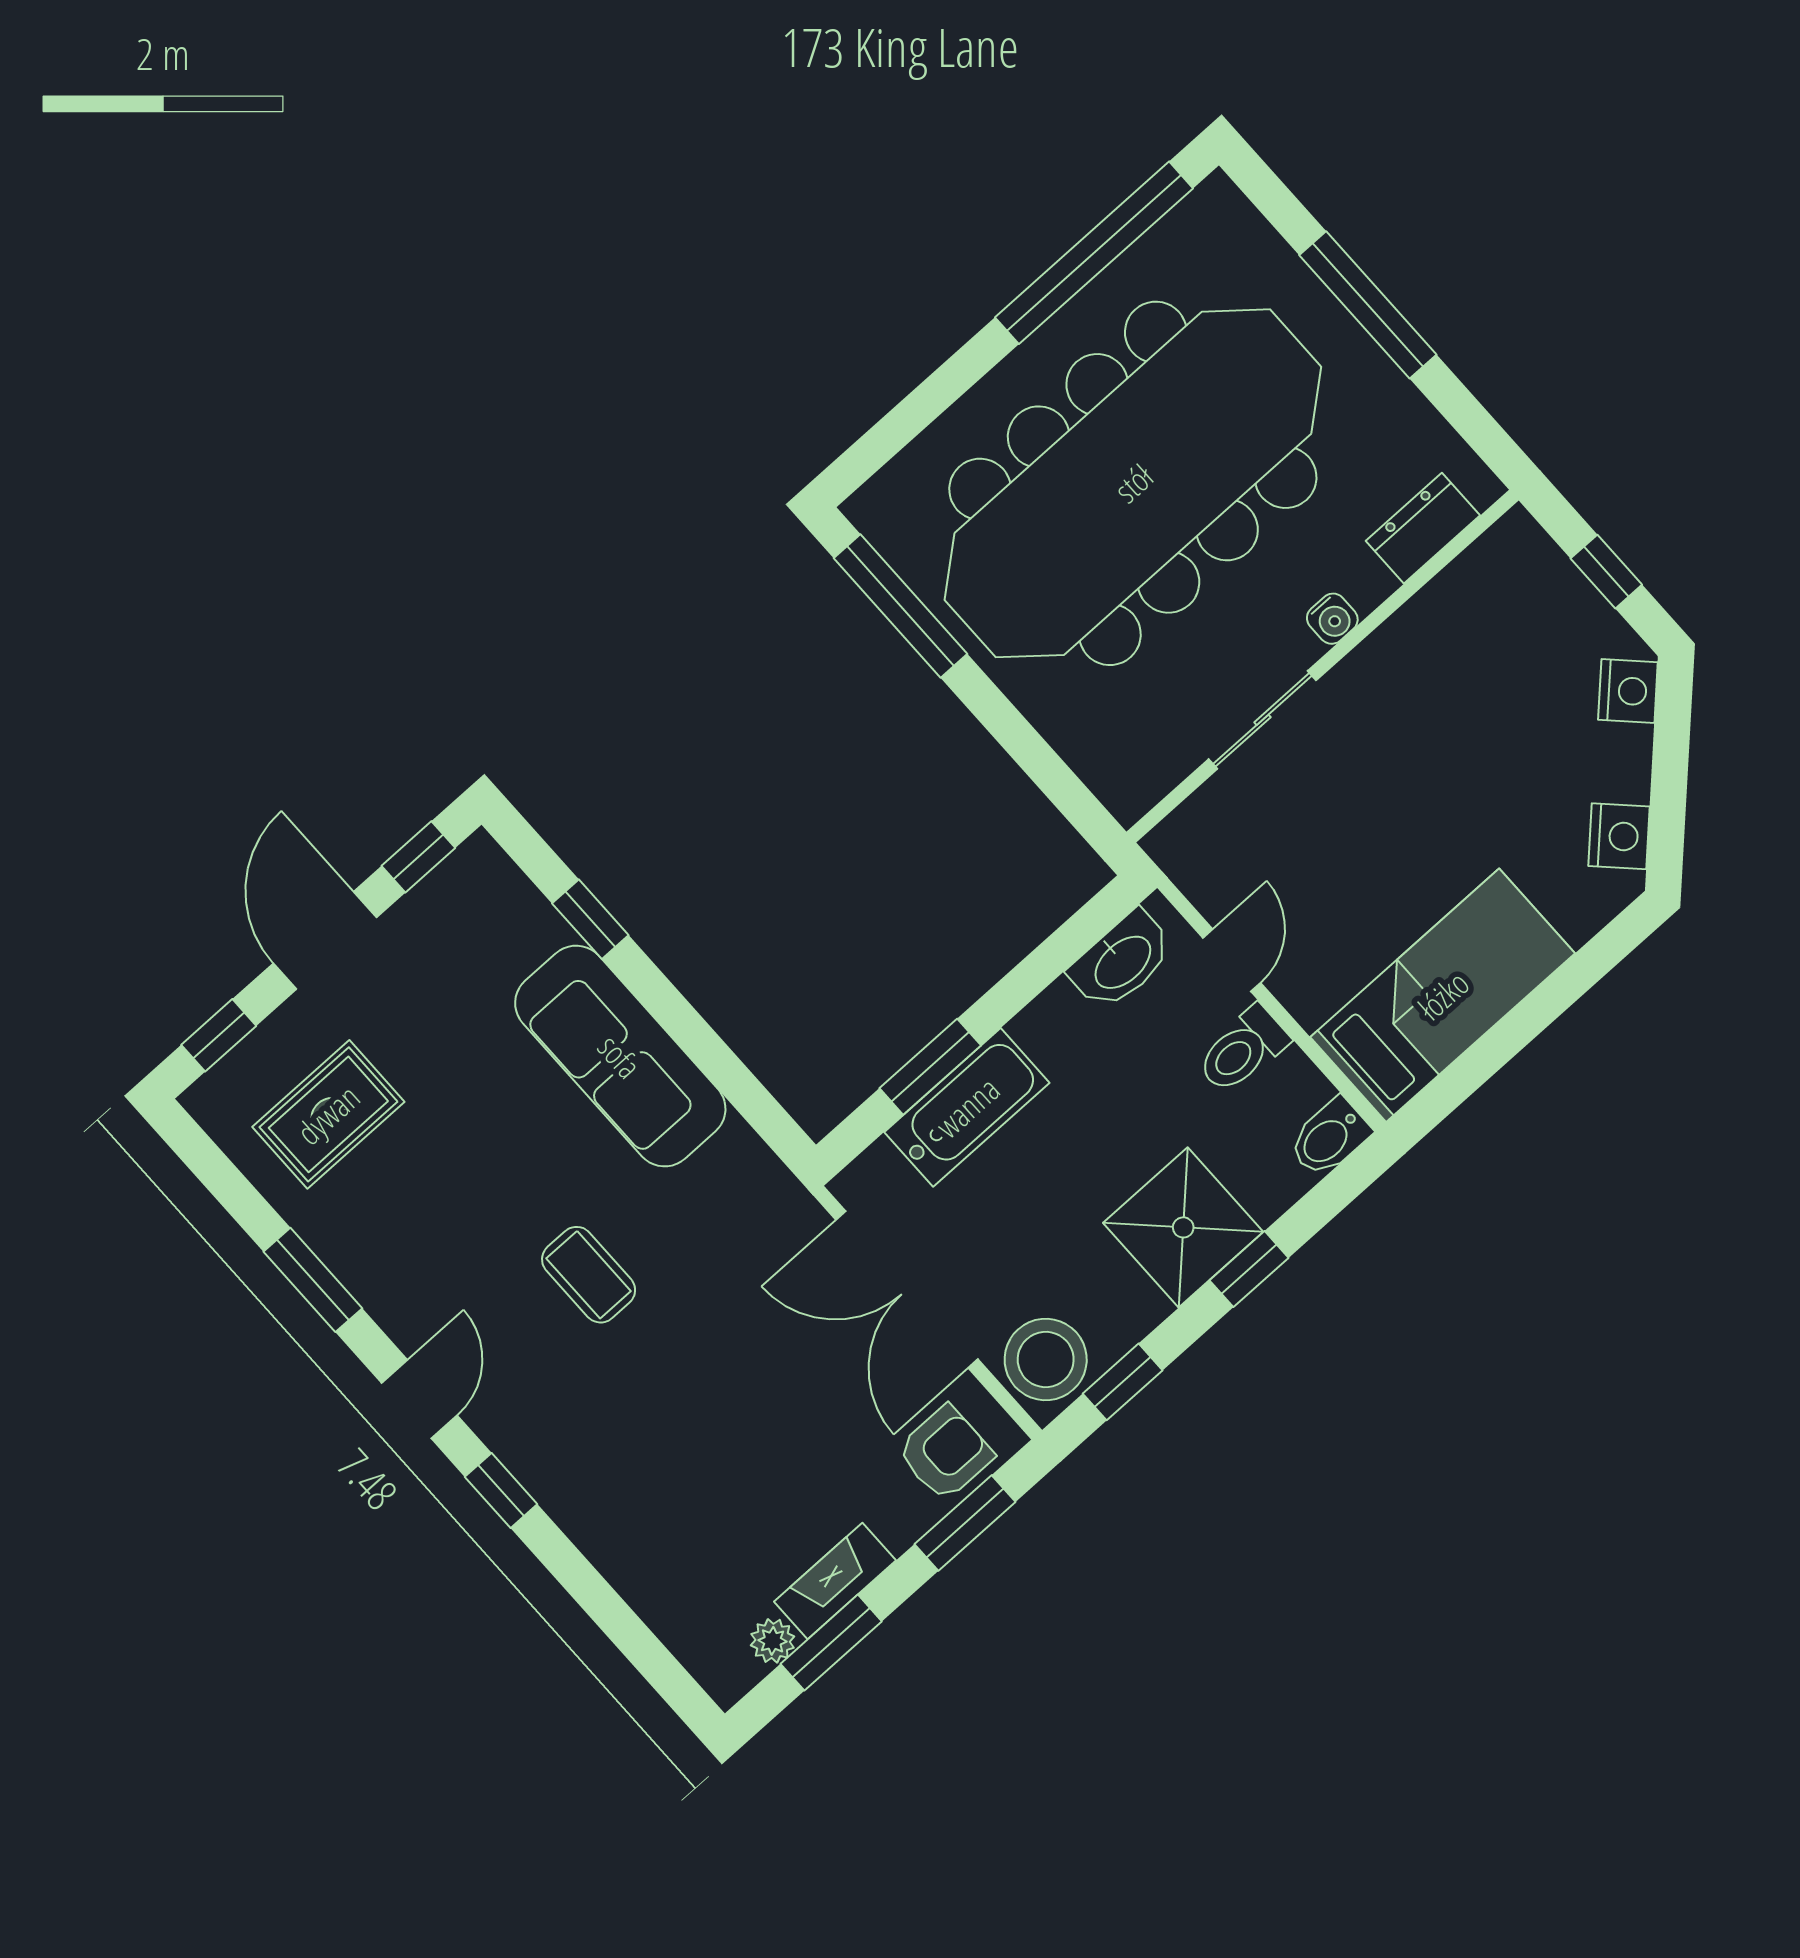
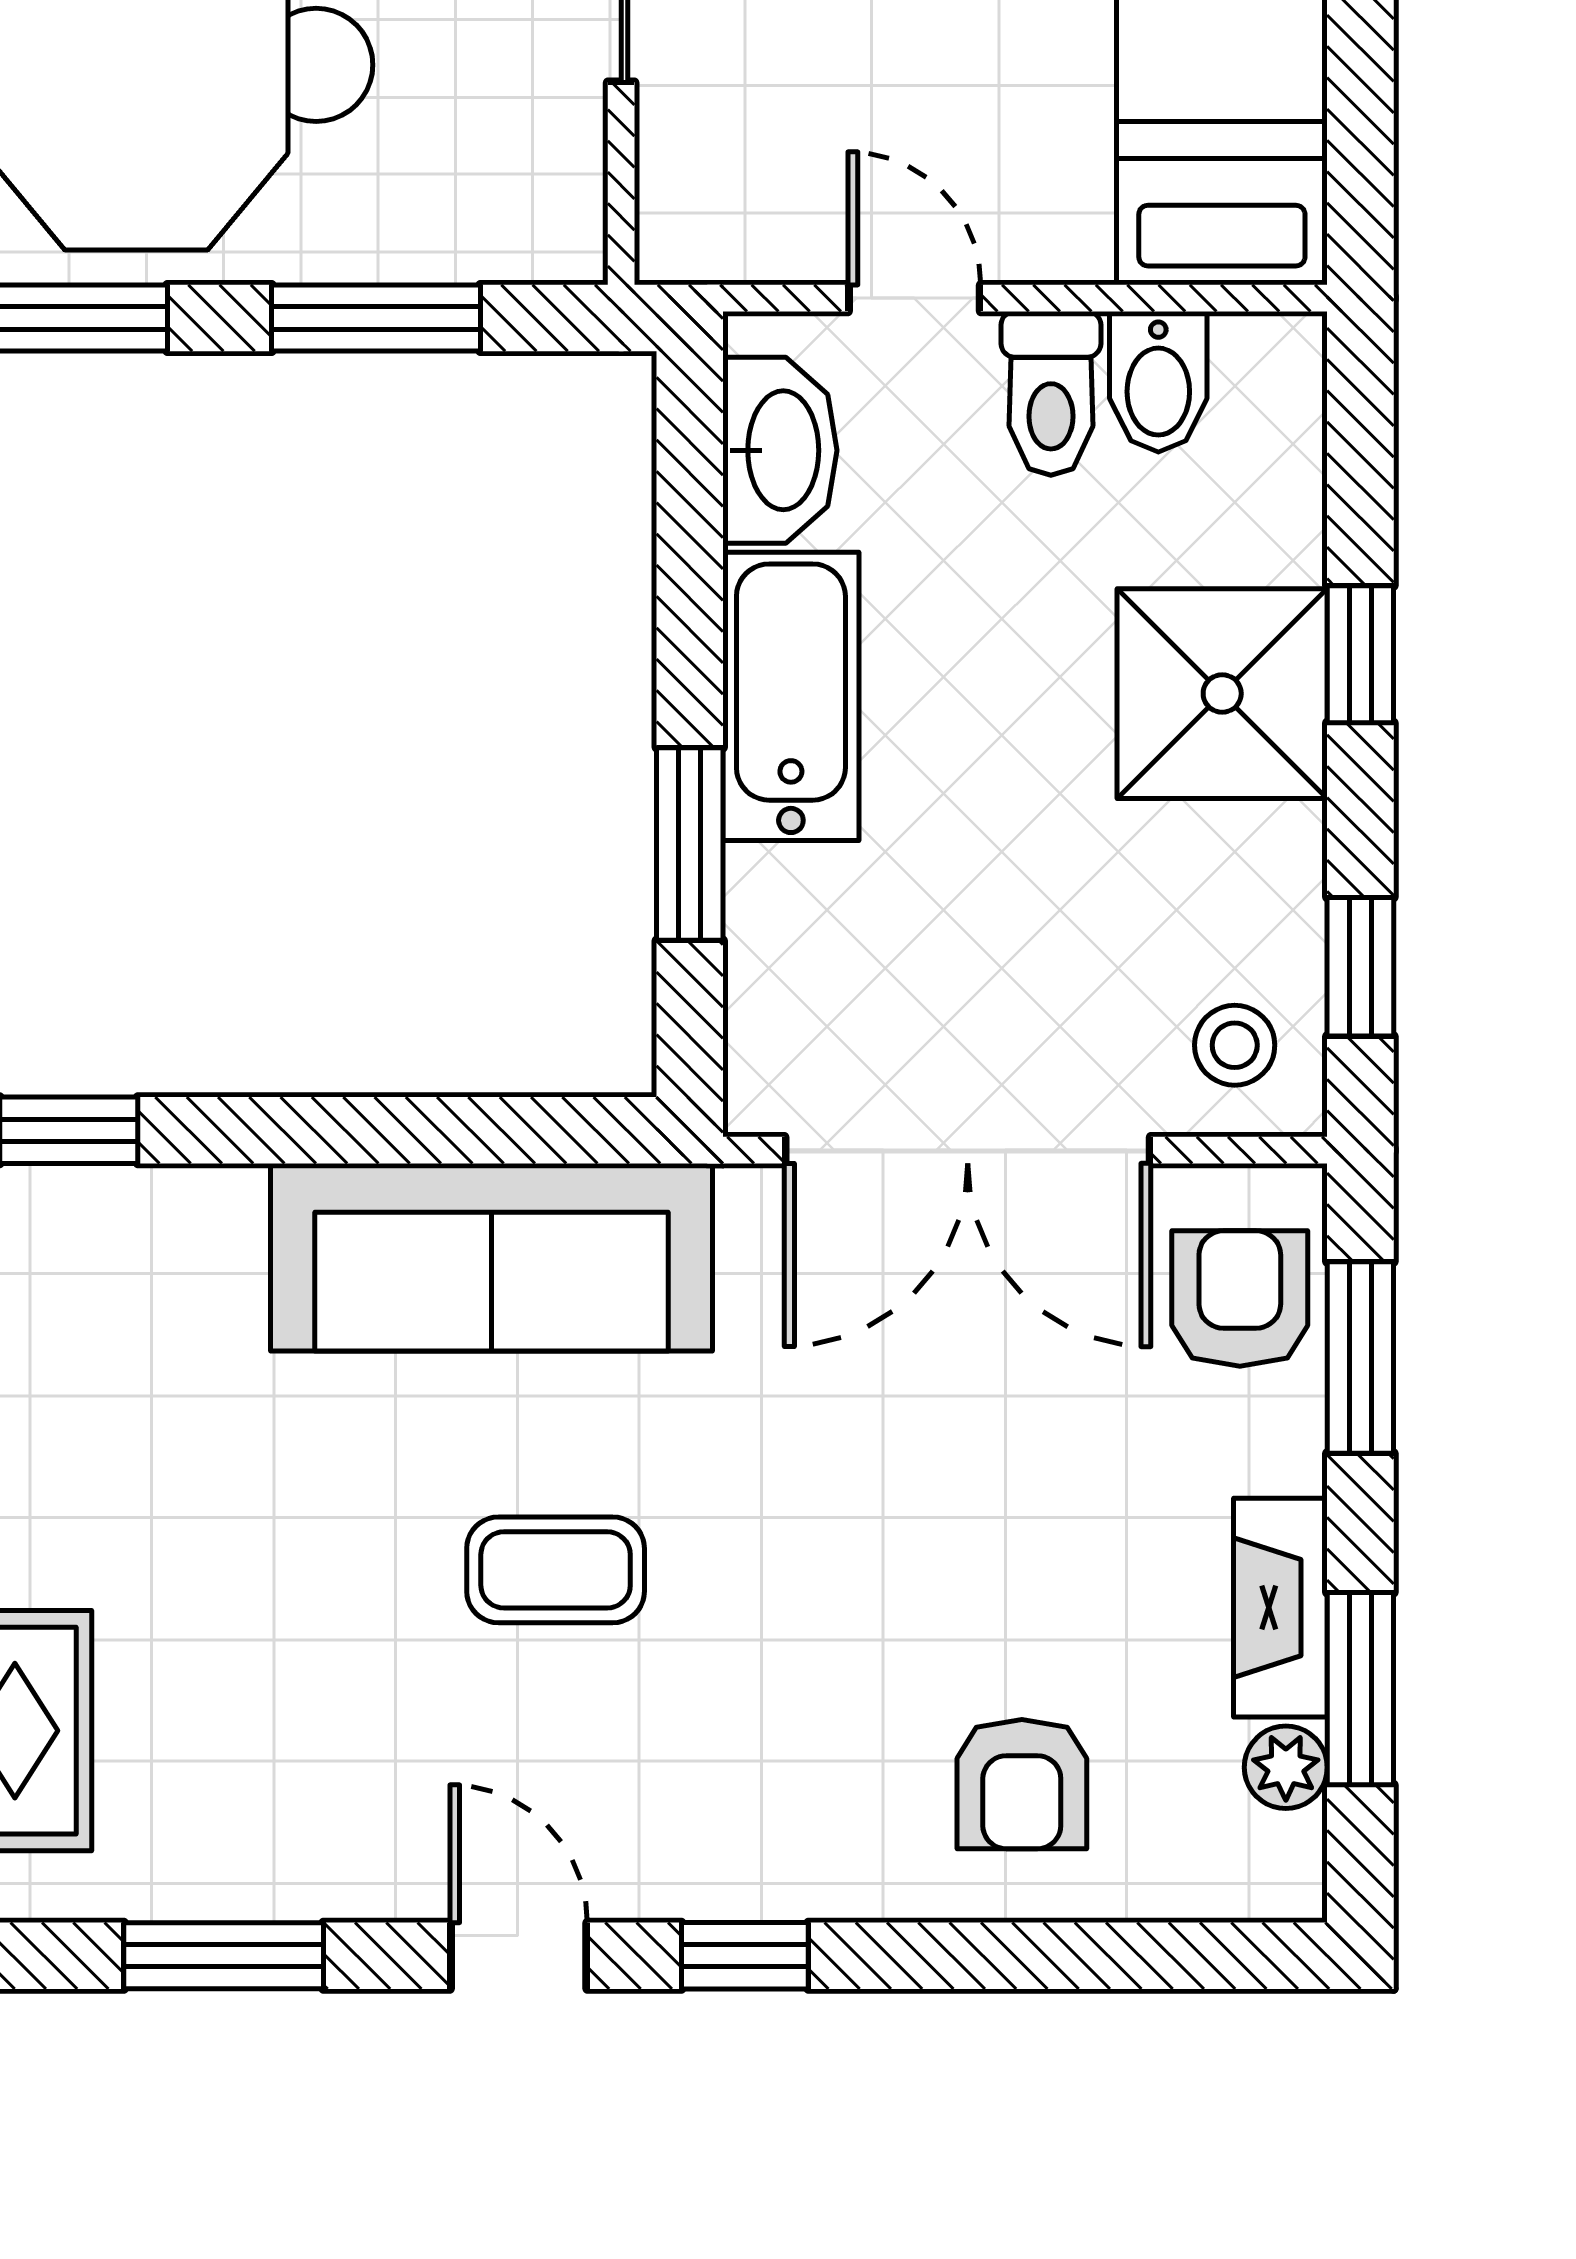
window: (1029, 750) -> (376, 318), added
sofa: (620, 1056) -> (491, 1257), moved
bathtub: (967, 1107) -> (791, 696), moved
bidet: (1329, 1138) -> (1158, 382), moved
stool: (1046, 1360) -> (1235, 1045), width x0.53, depth x0.53
armchair: (670, 1540) -> (1022, 1784), added

